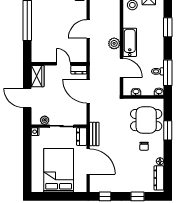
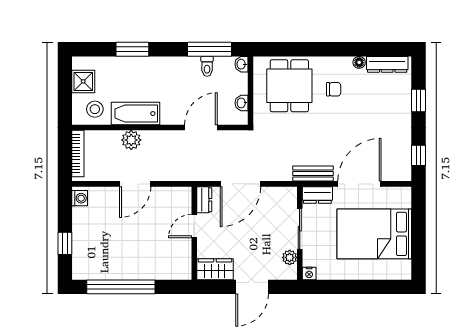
door: (88, 29) -> (135, 184), hinge flipped
bathtub: (130, 42) -> (136, 114), moved
plant: (114, 43) -> (131, 140), moved
window: (168, 130) -> (307, 49), removed

